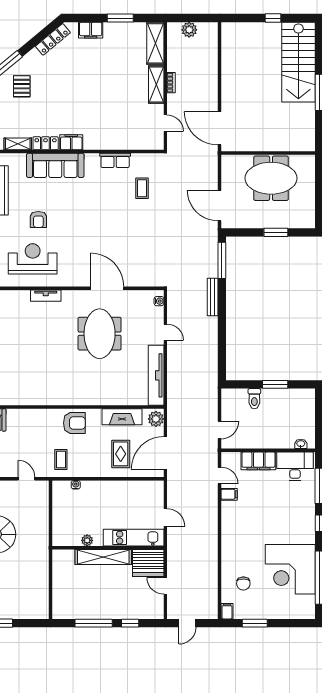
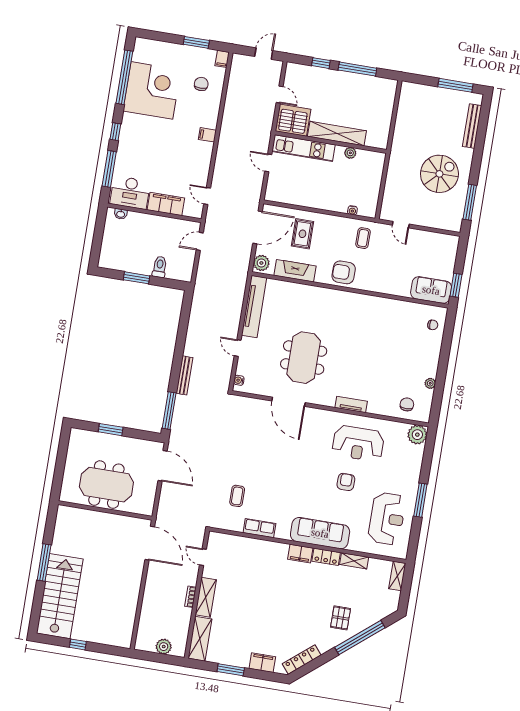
filing cabinet: (229, 494) -> (207, 135), moved

